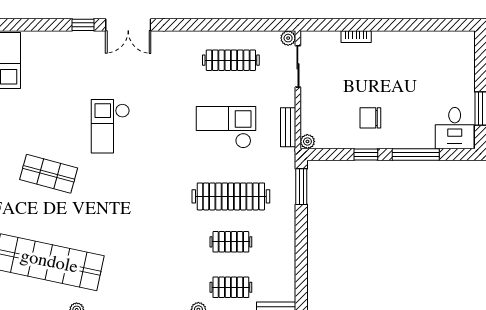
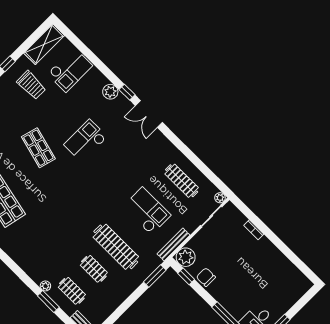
plant: (65, 41) -> (110, 92), added
chair: (370, 118) -> (206, 277), moved
checkout: (110, 126) -> (86, 141), moved
bench: (288, 127) -> (173, 244), width x1.36
plant: (307, 141) -> (186, 257), width x1.88, depth x1.88
window: (366, 154) -> (186, 276), moved

